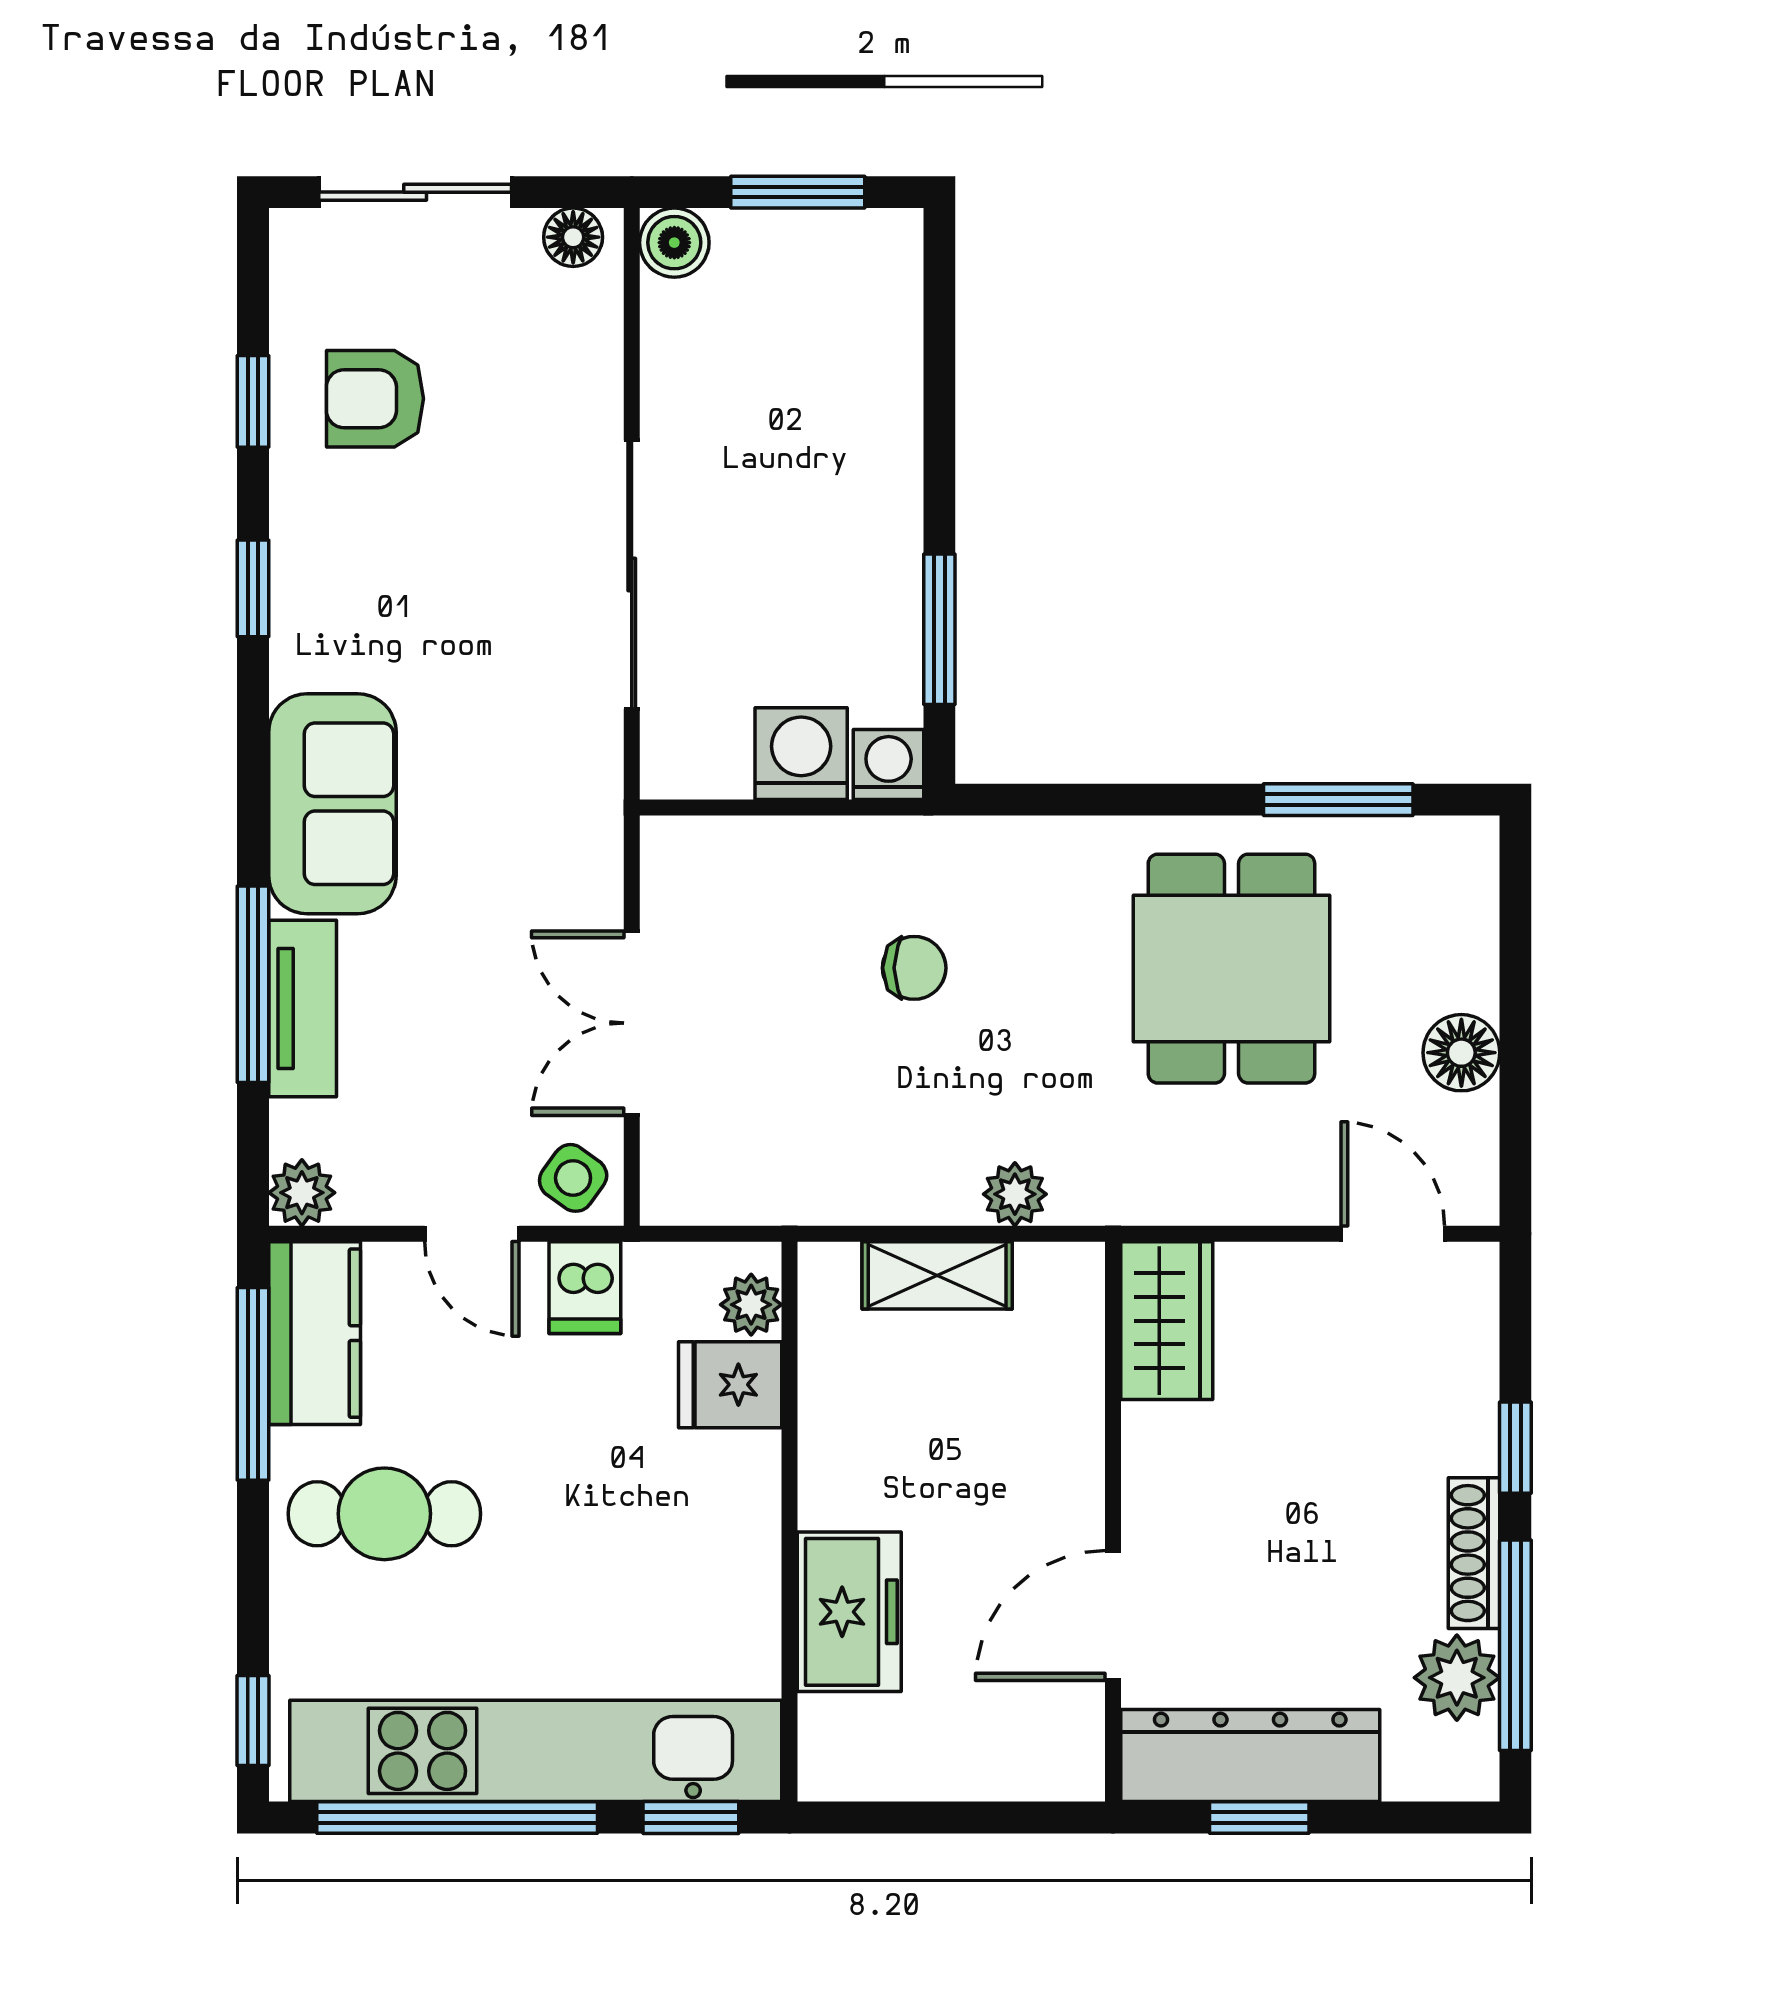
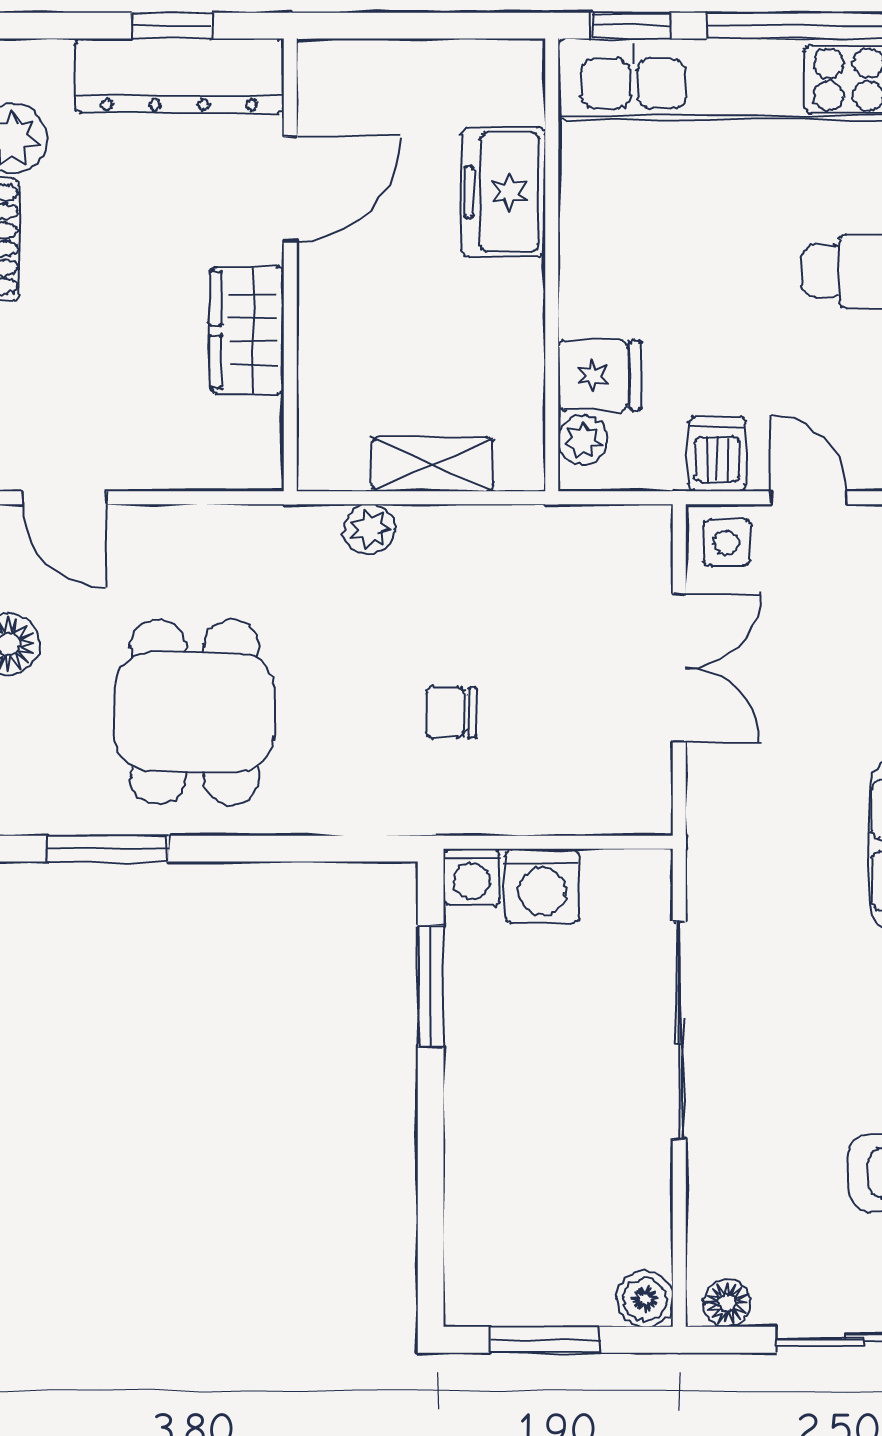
side table: (573, 1178) -> (727, 543), turned -36
wardrobe: (1167, 1321) -> (247, 330), moved

